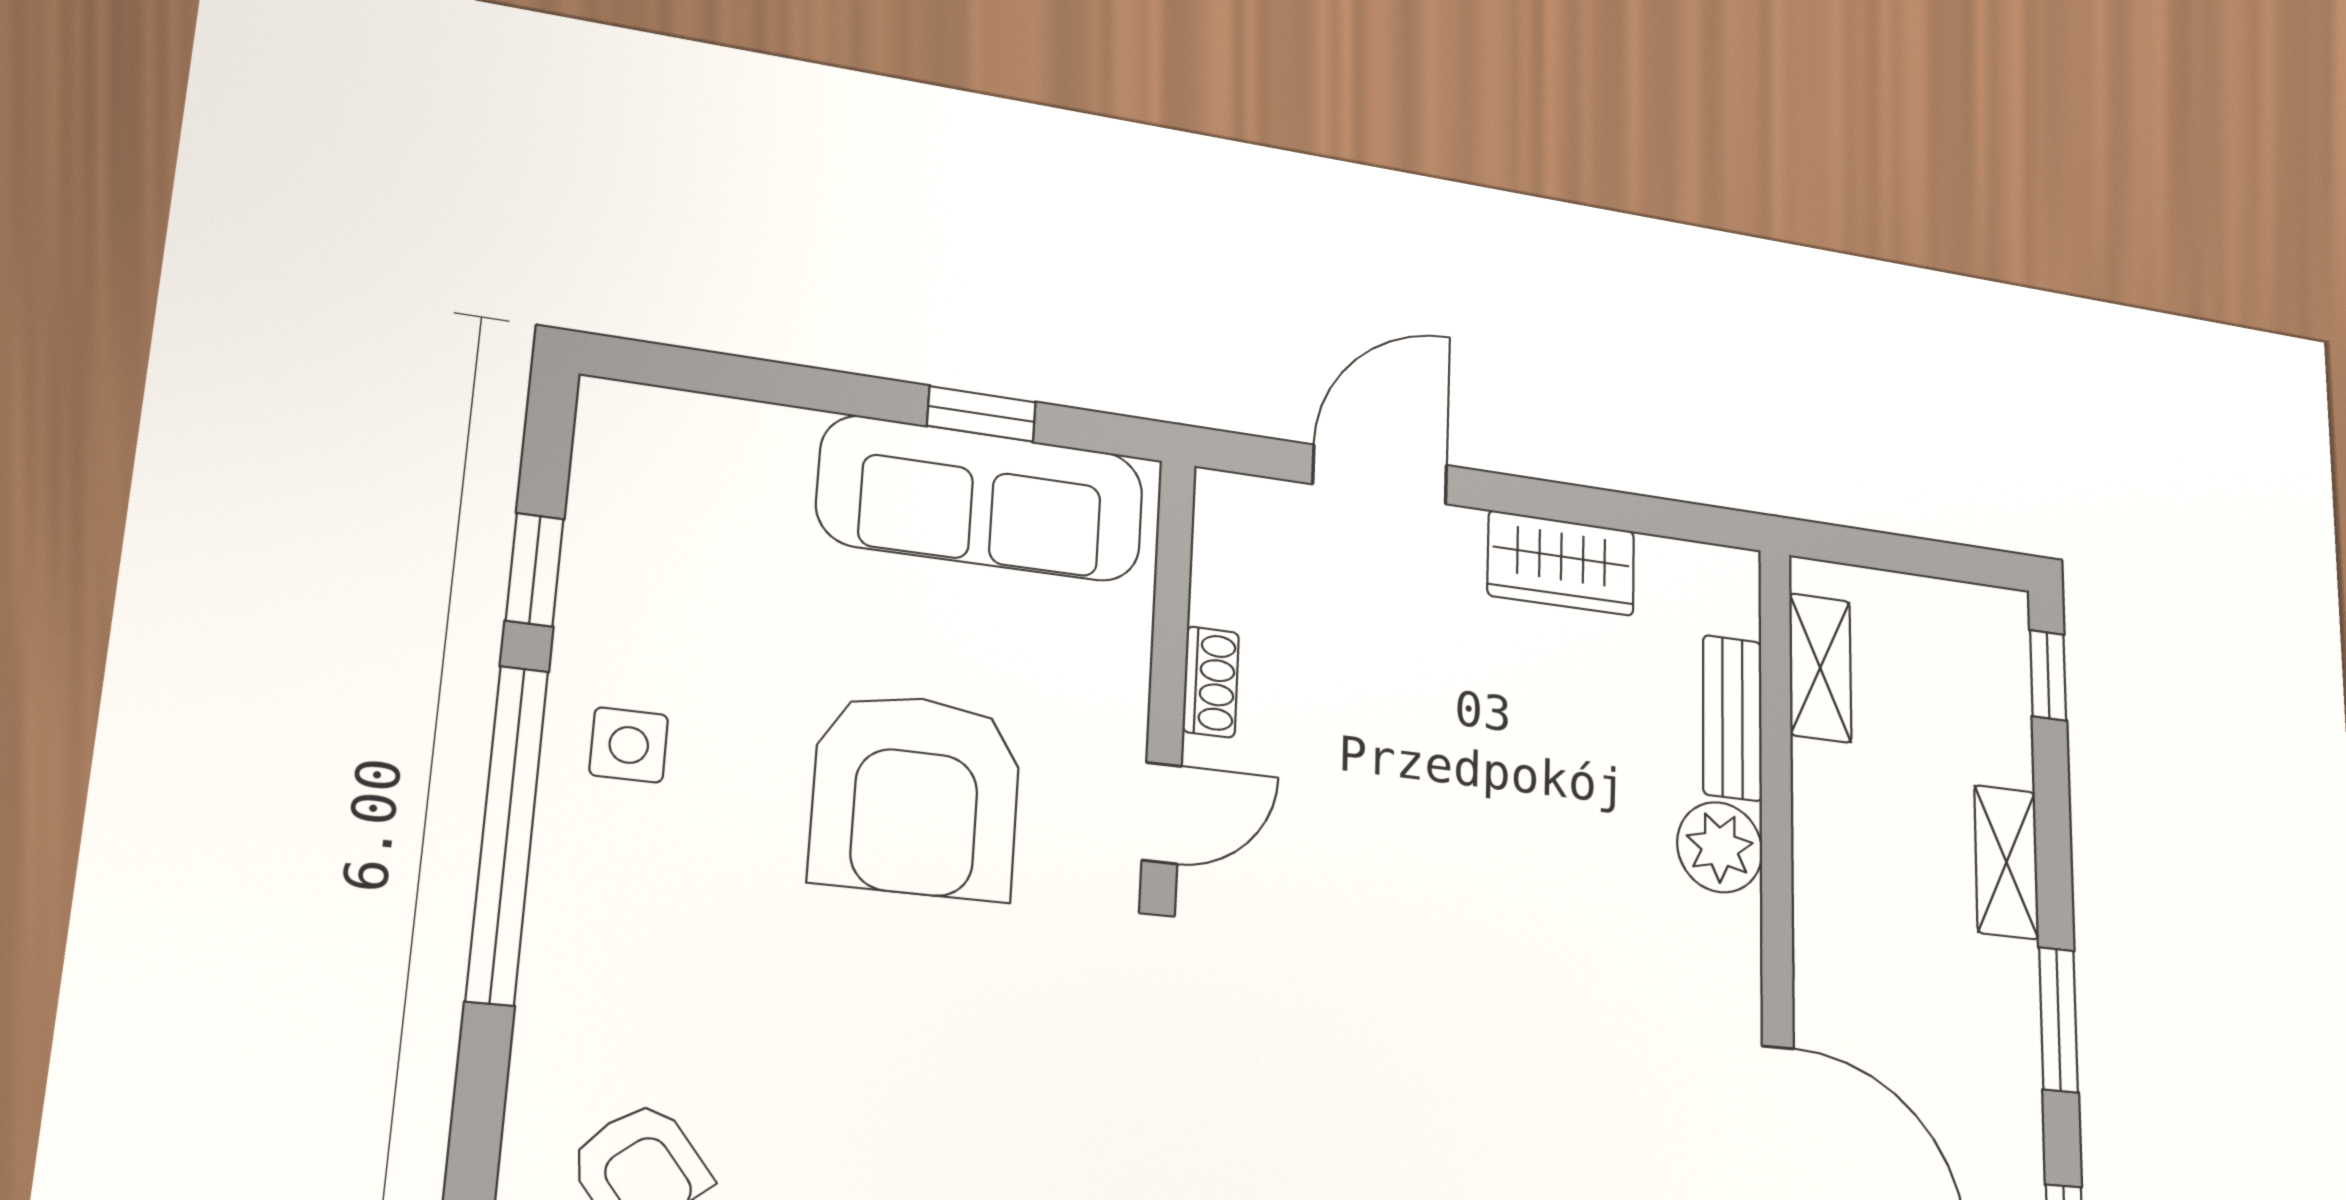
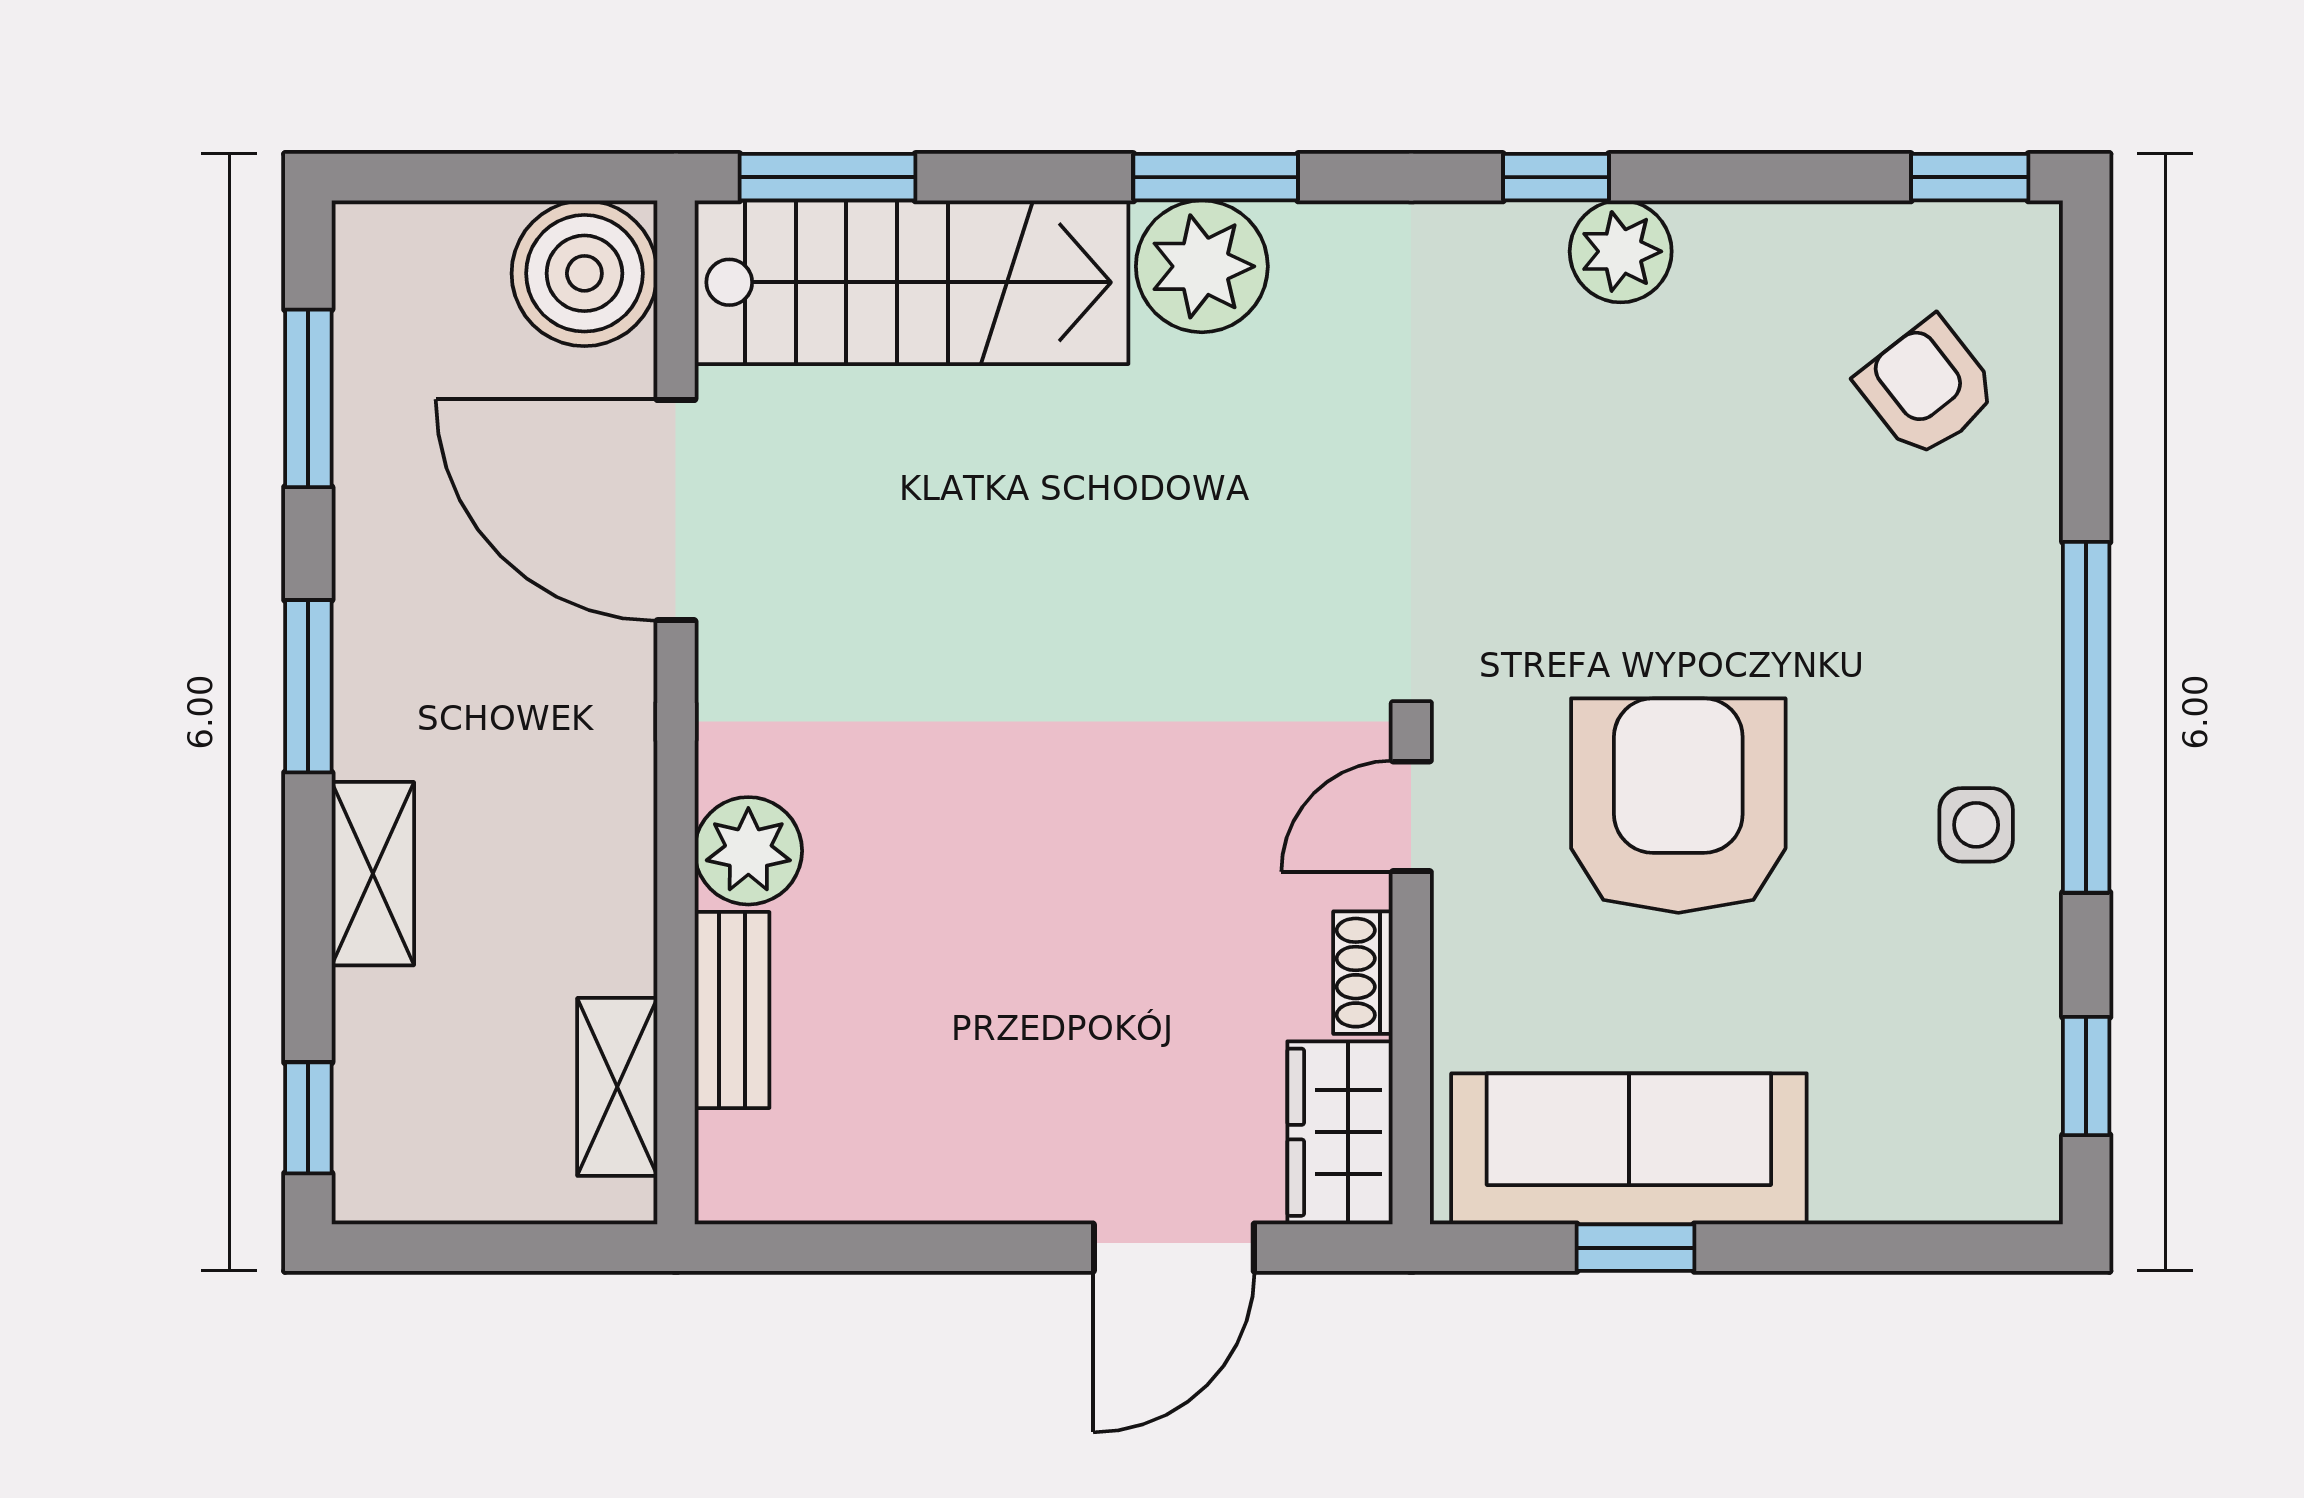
wardrobe: (1561, 563) -> (1340, 1132), moved, turned -90
window: (535, 570) -> (2086, 1076), moved

